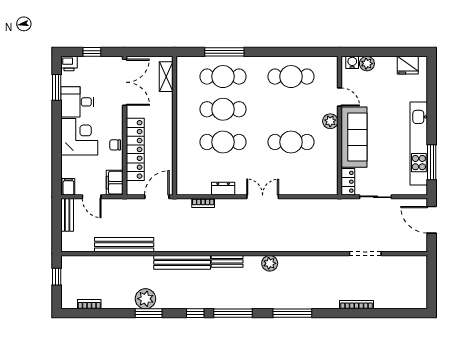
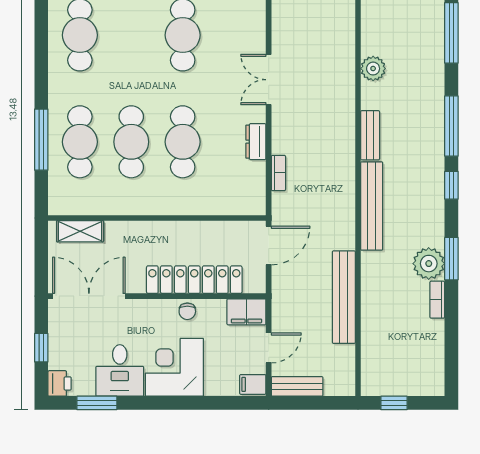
door: (157, 197) -> (269, 246), swing flipped
bookcase: (89, 304) -> (437, 300), moved

